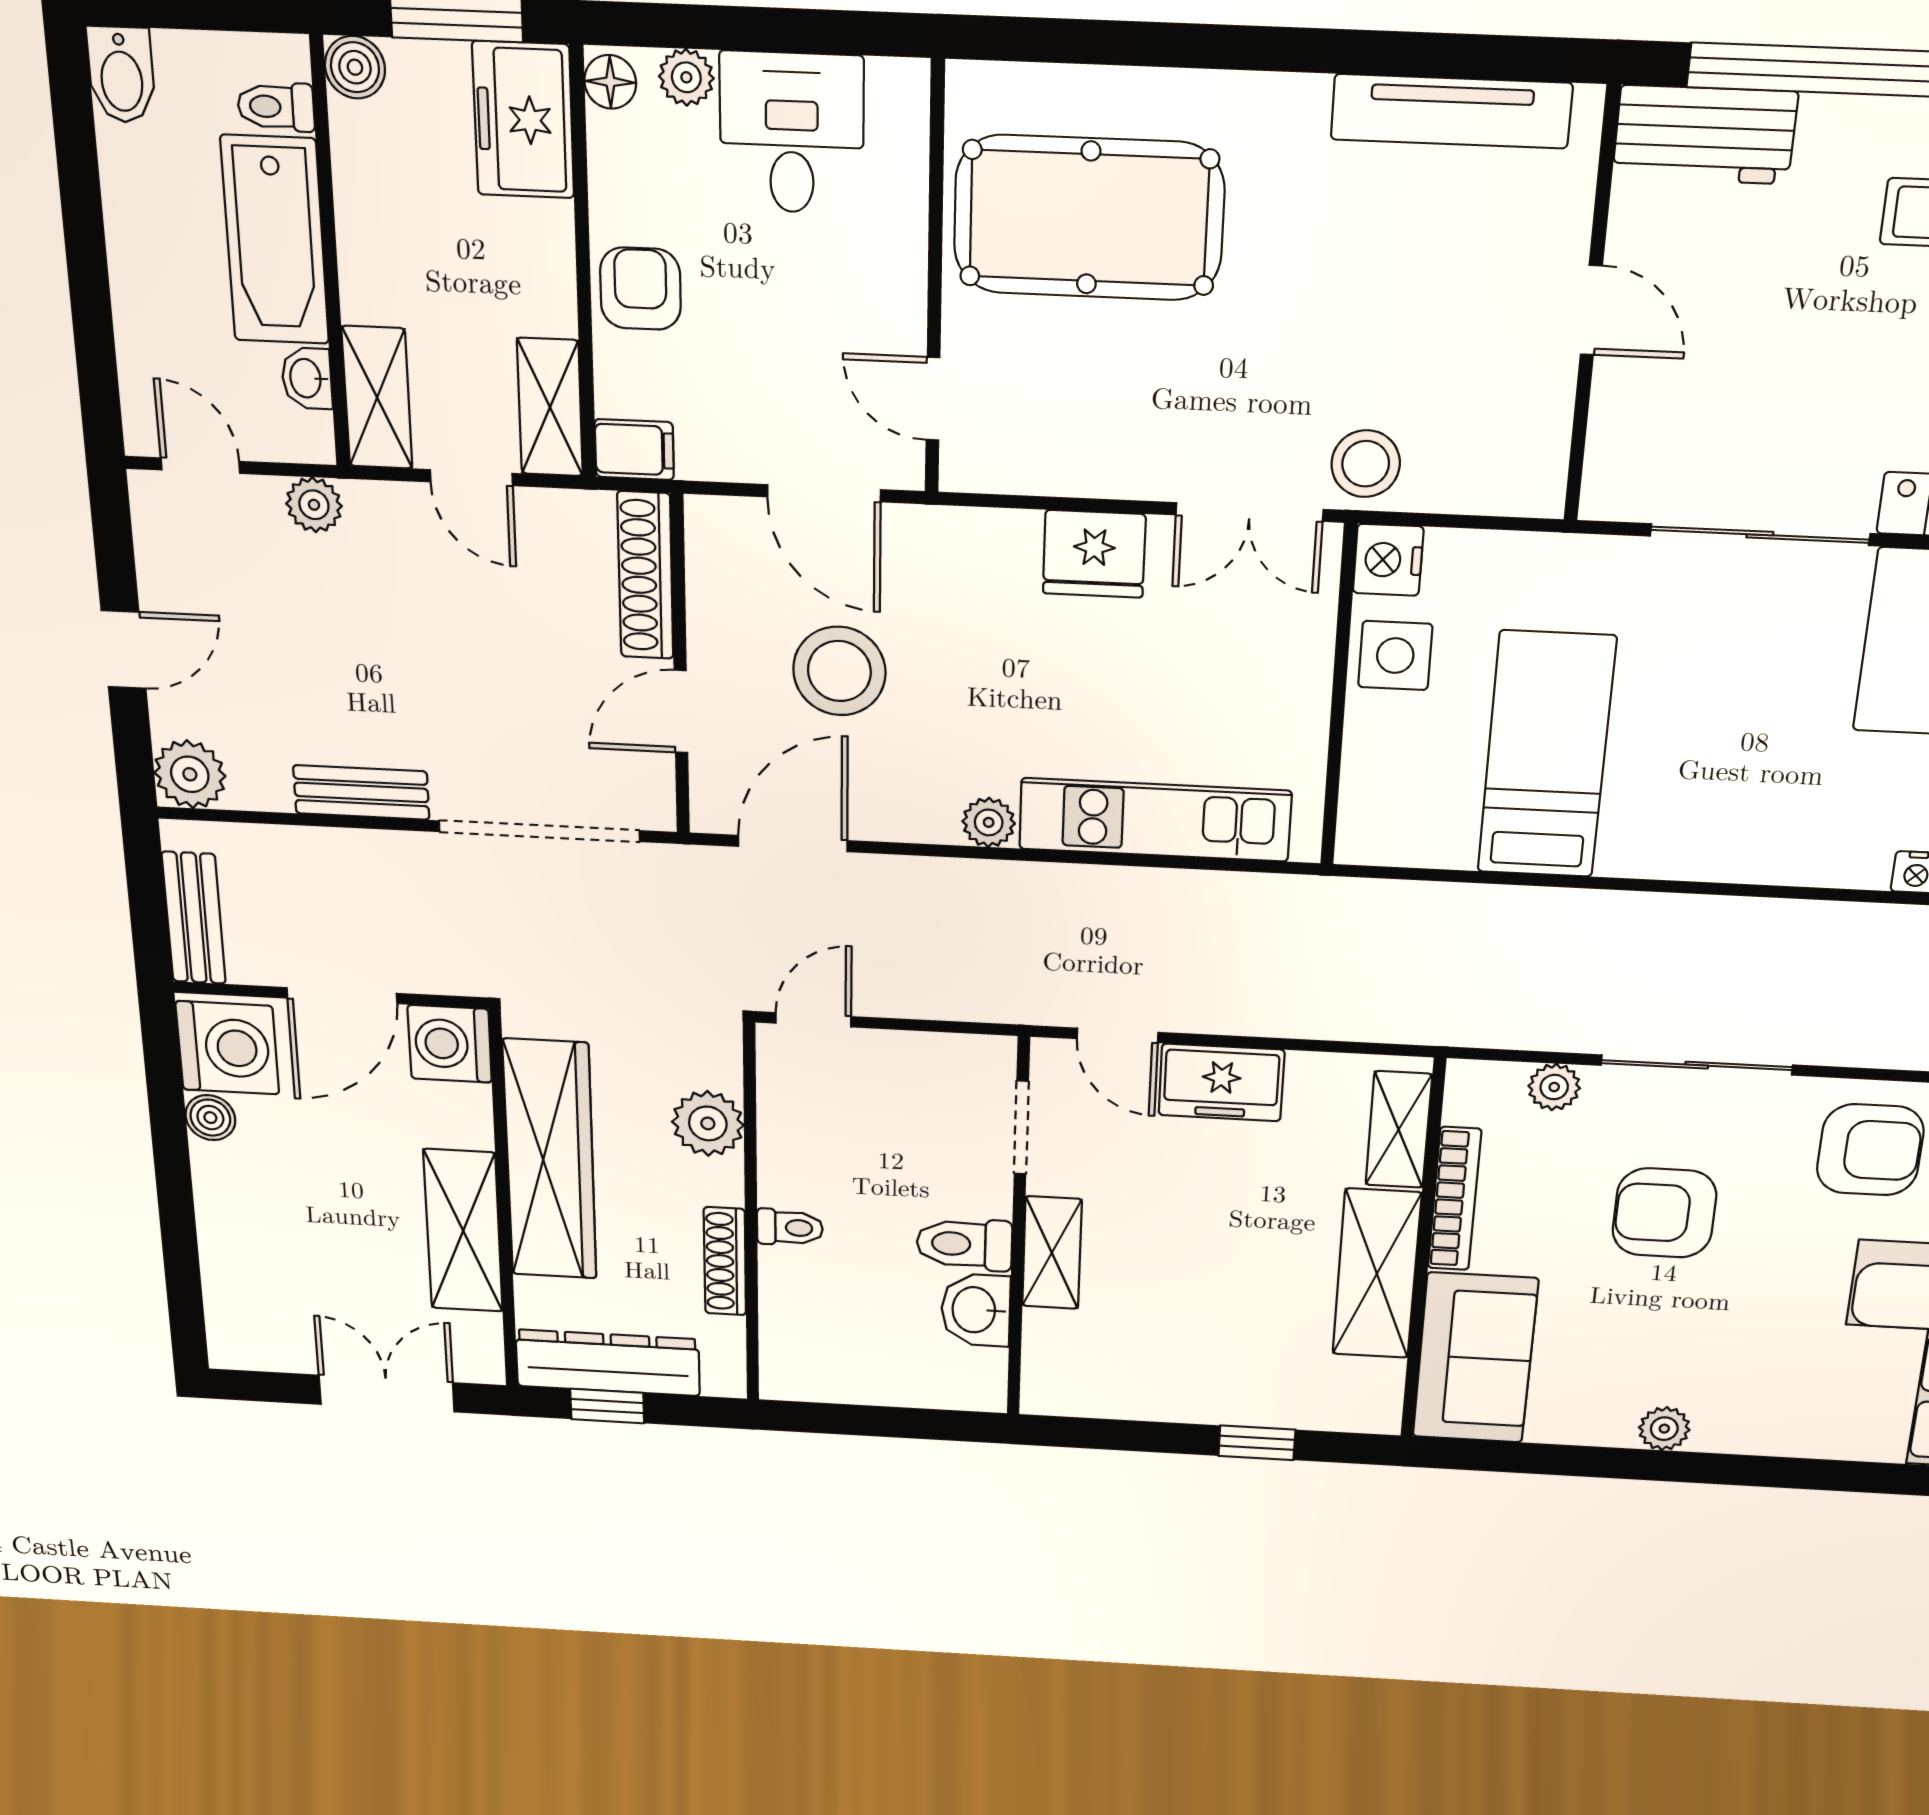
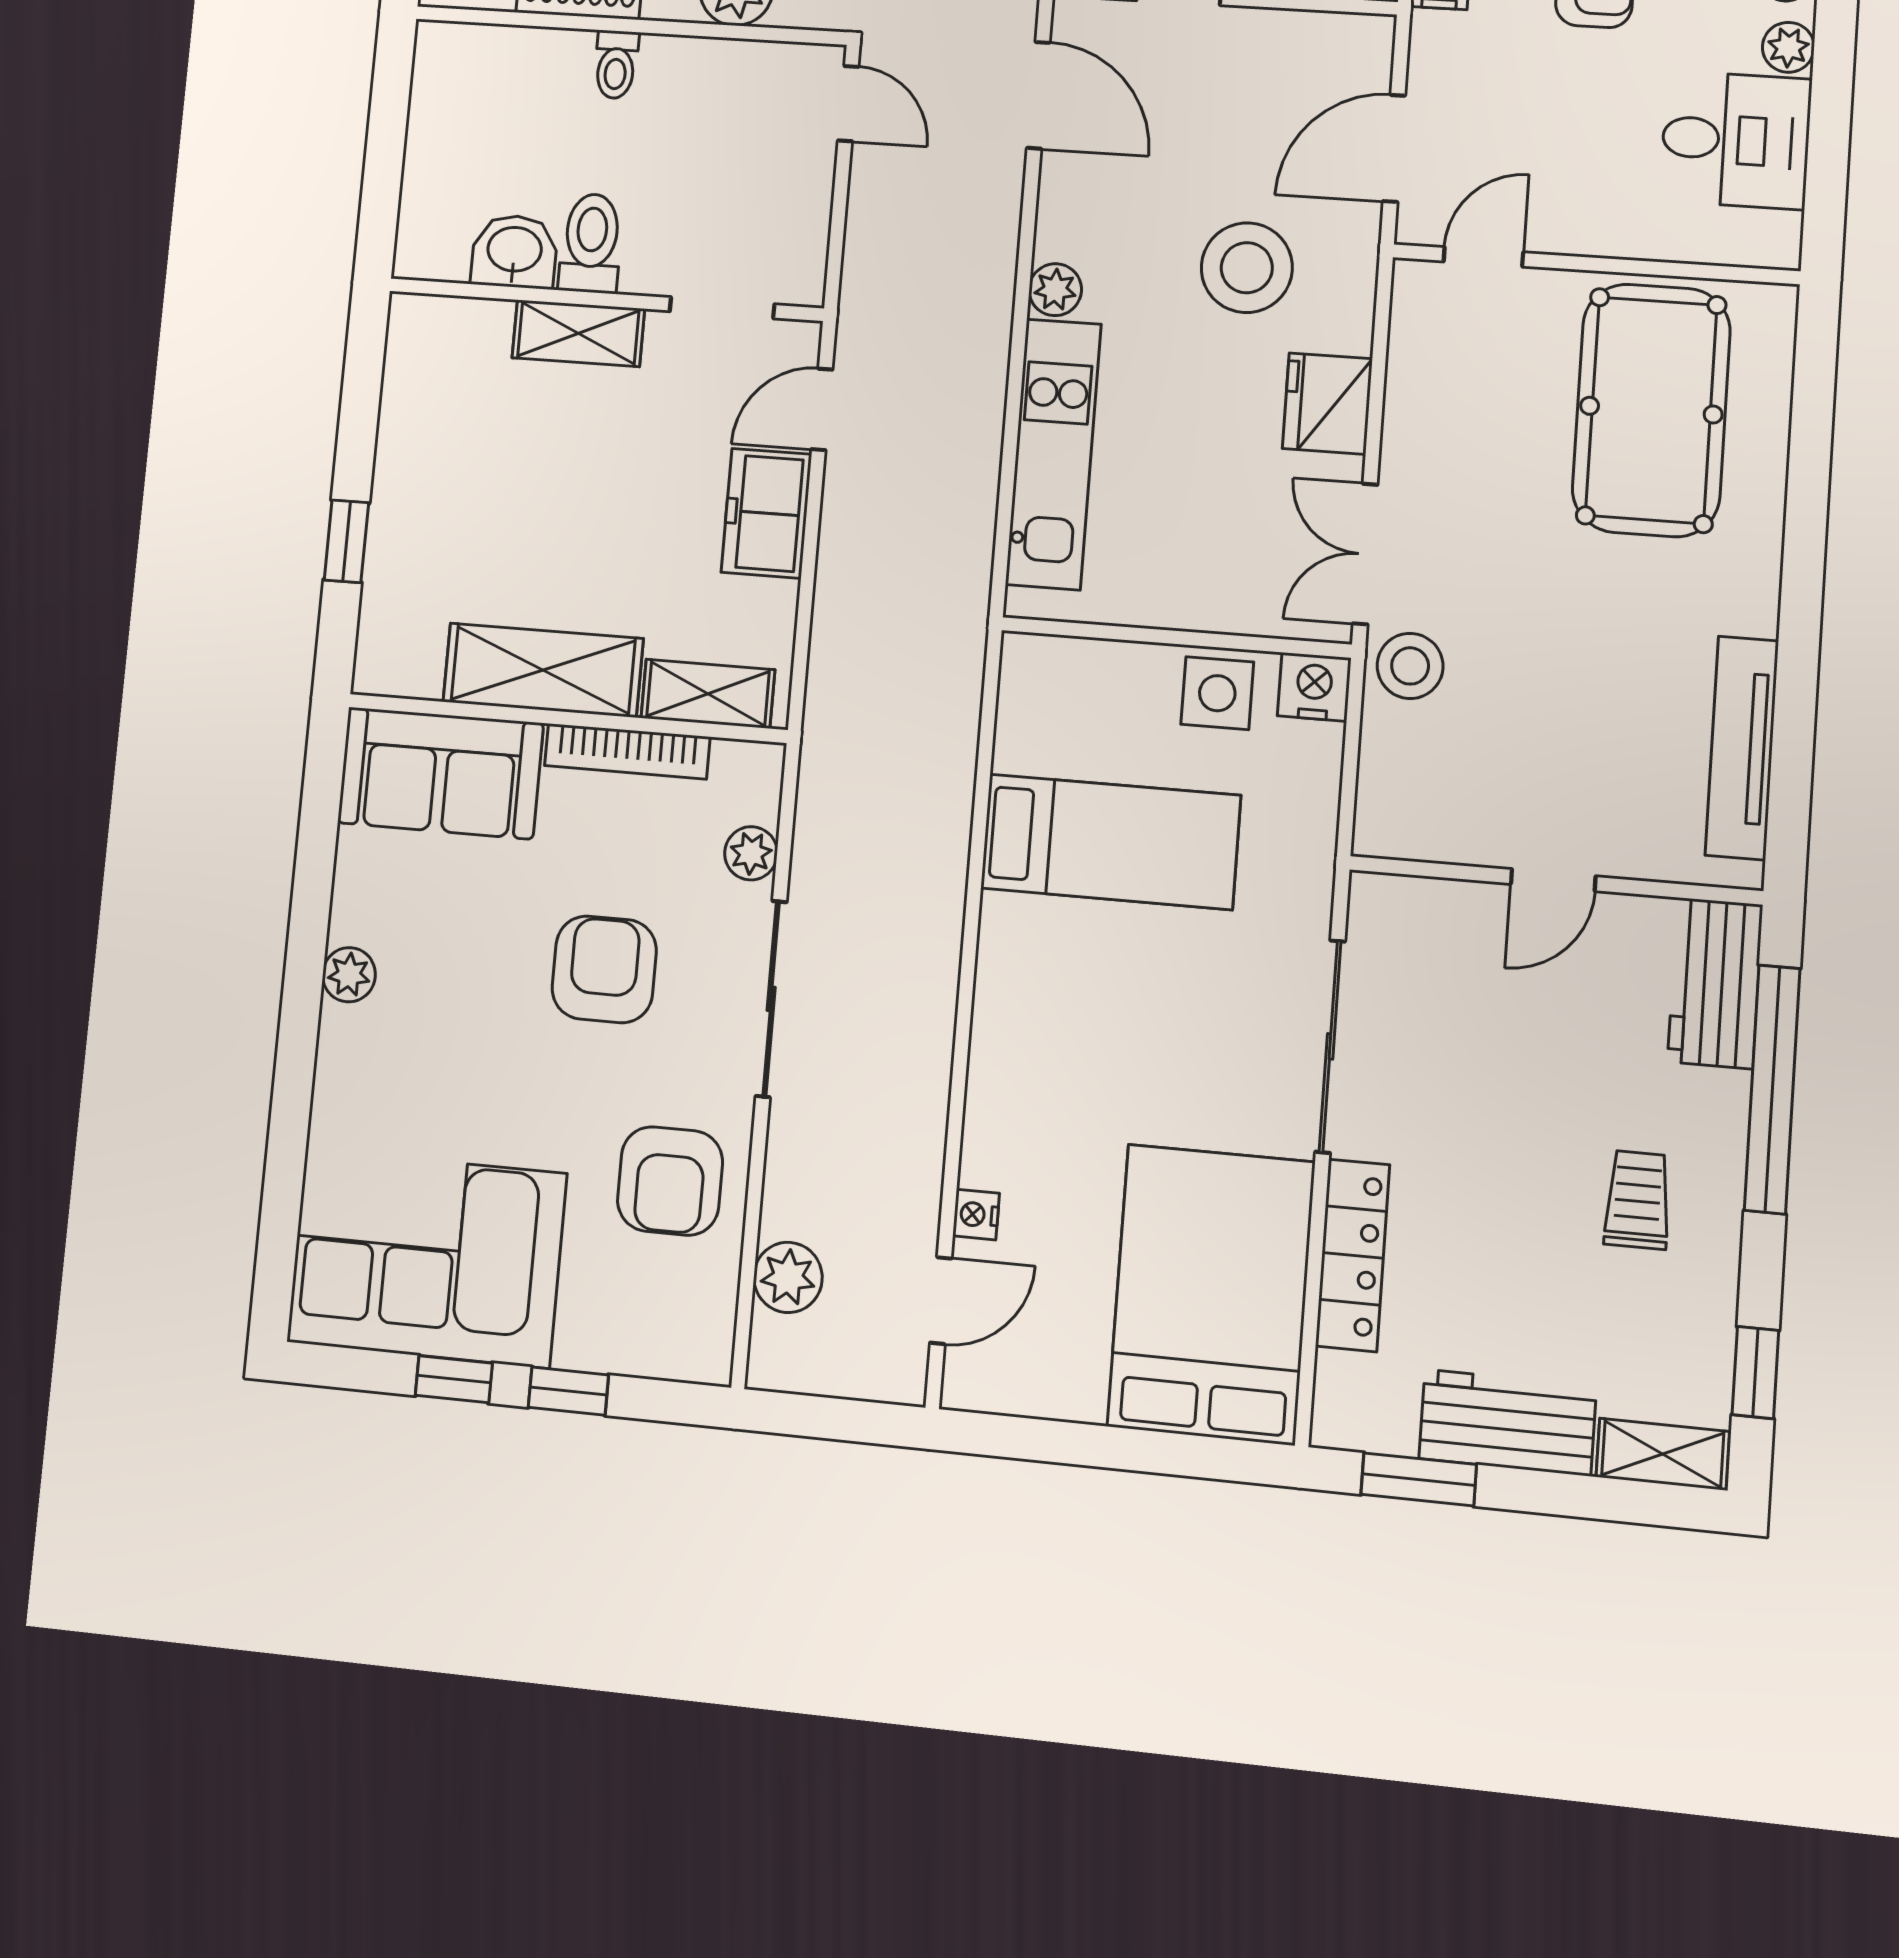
stool: (839, 671) -> (1247, 268), moved

